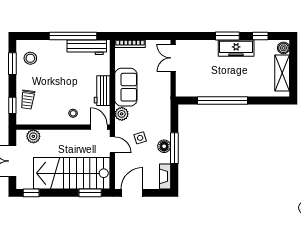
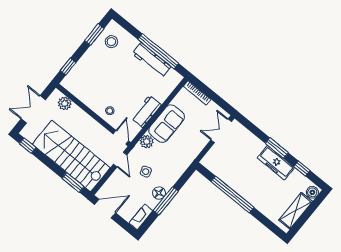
workbench: (87, 47) -> (152, 60), moved
trolley: (28, 100) -> (83, 72), removed

